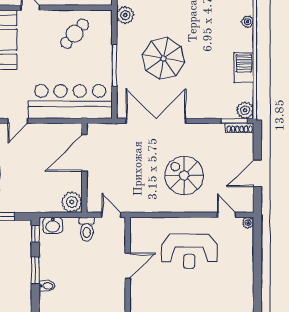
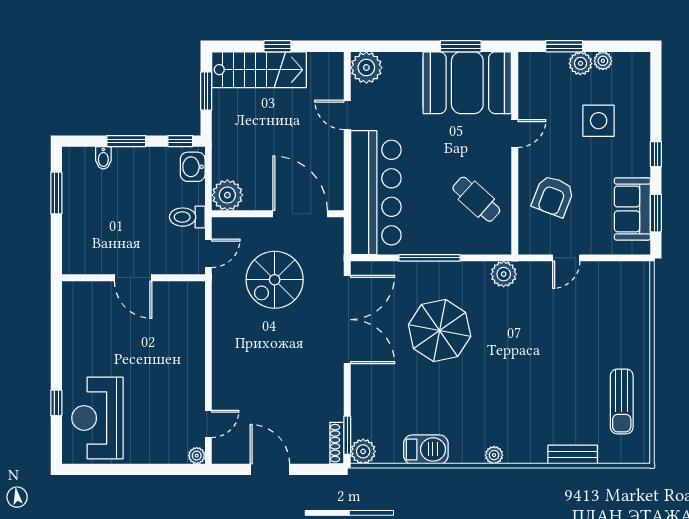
spiral stairs: (184, 175) -> (275, 280), moved, turned 180
reception desk: (189, 251) -> (97, 418), moved

